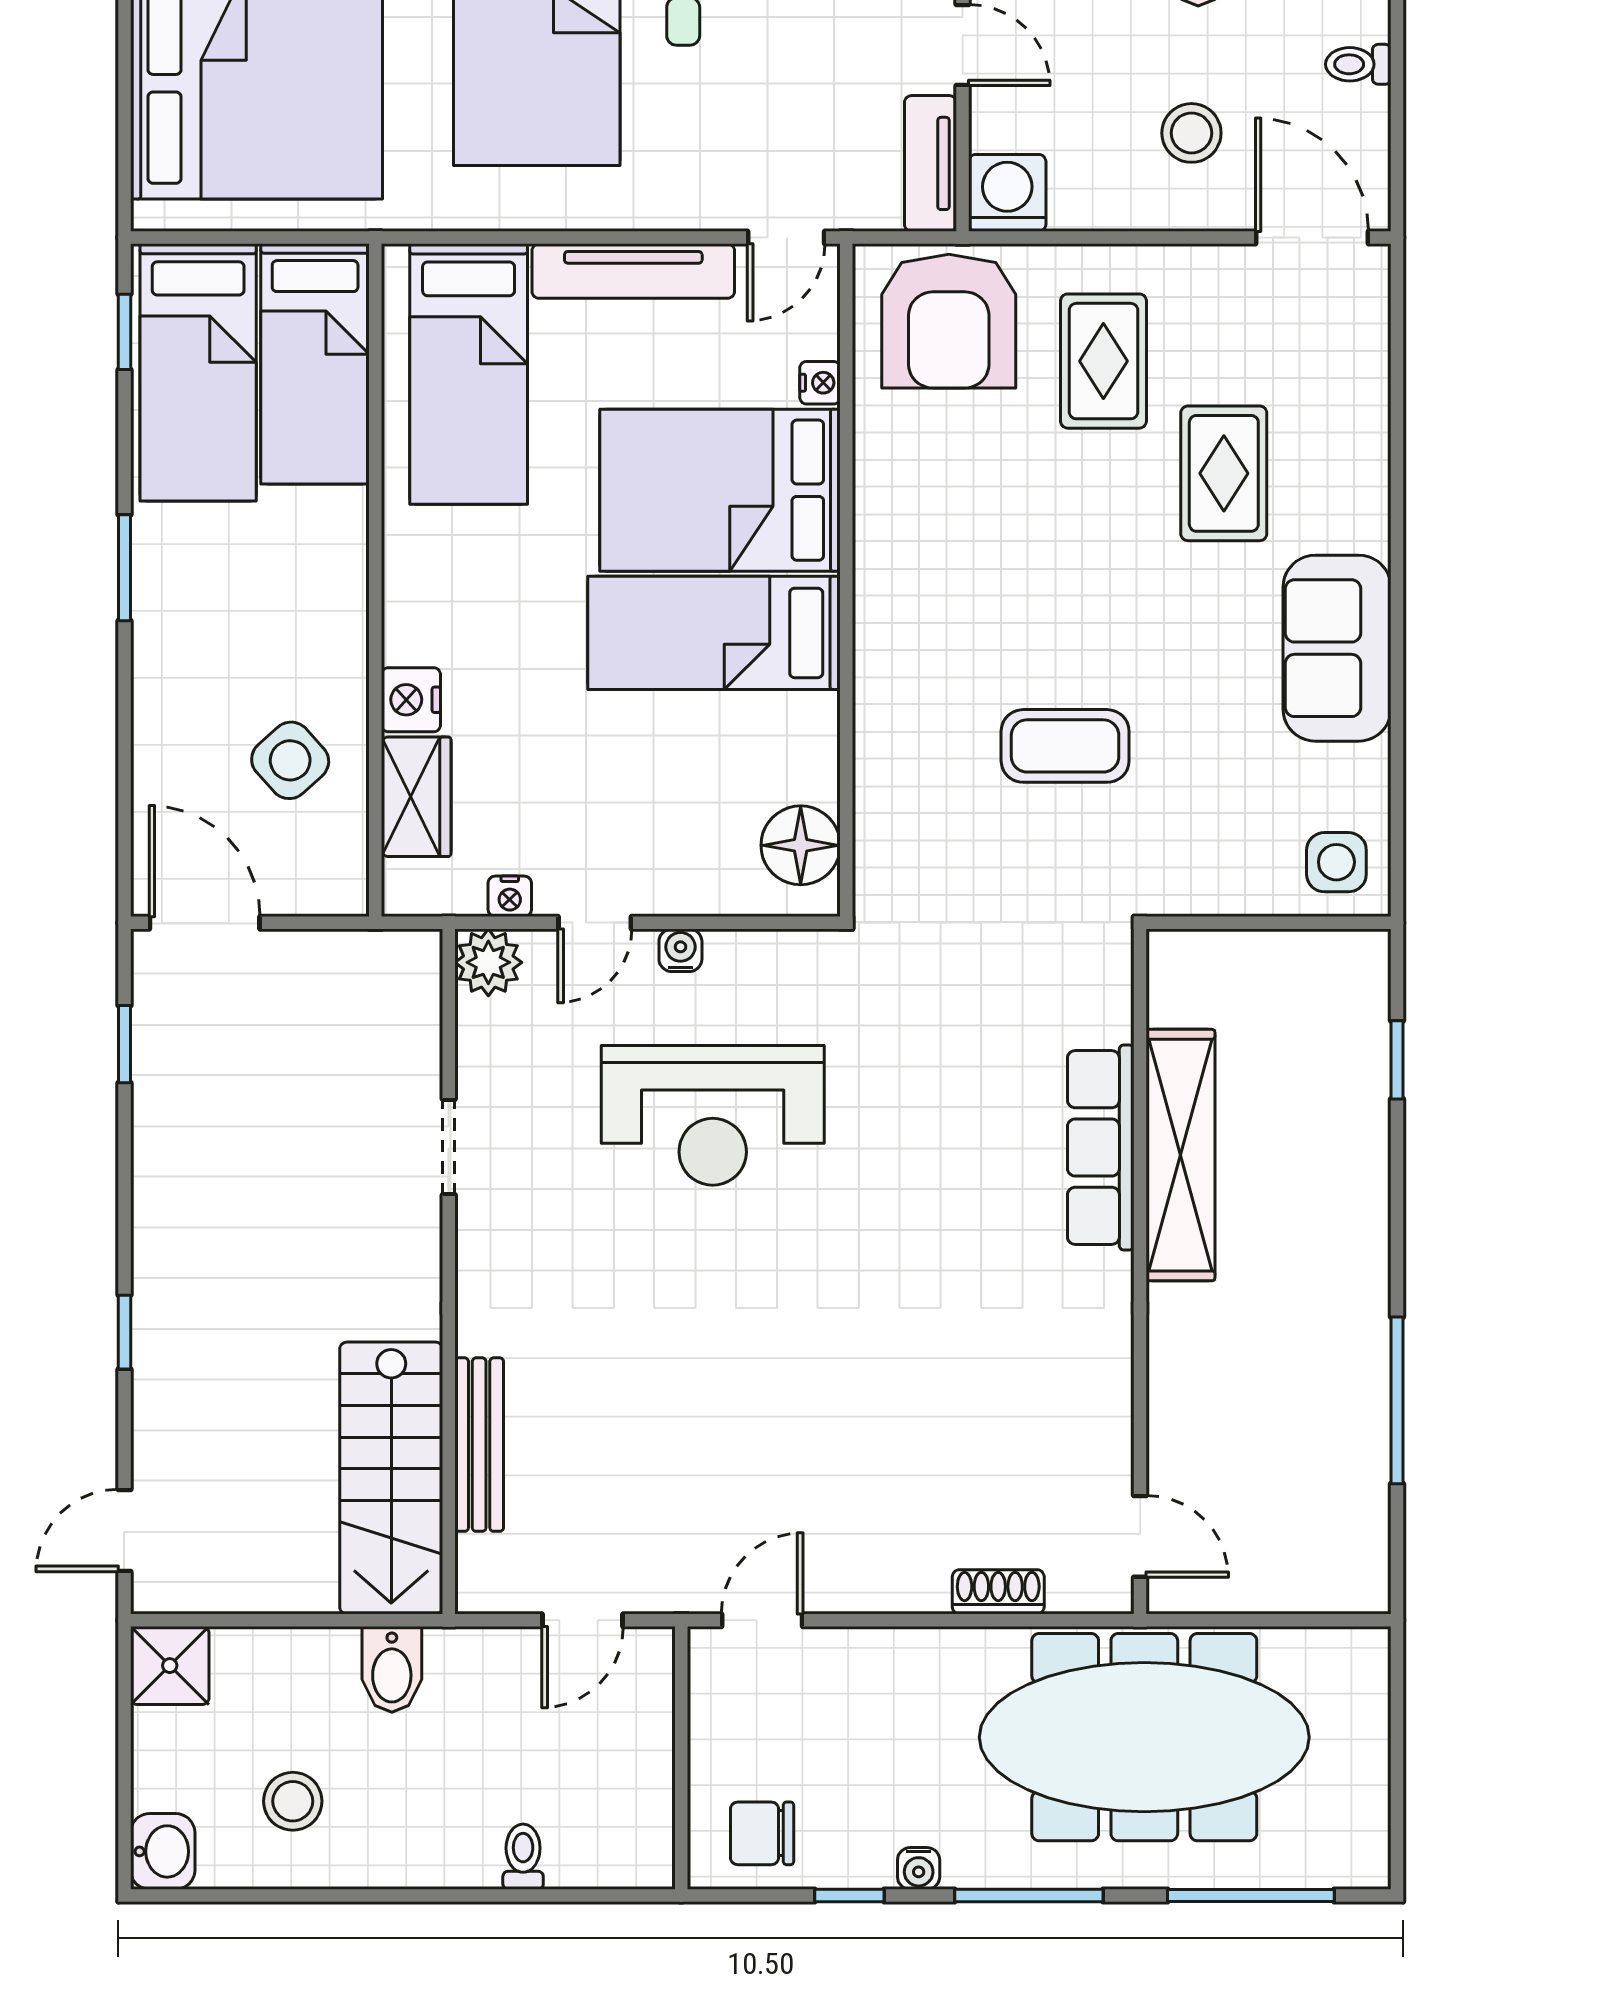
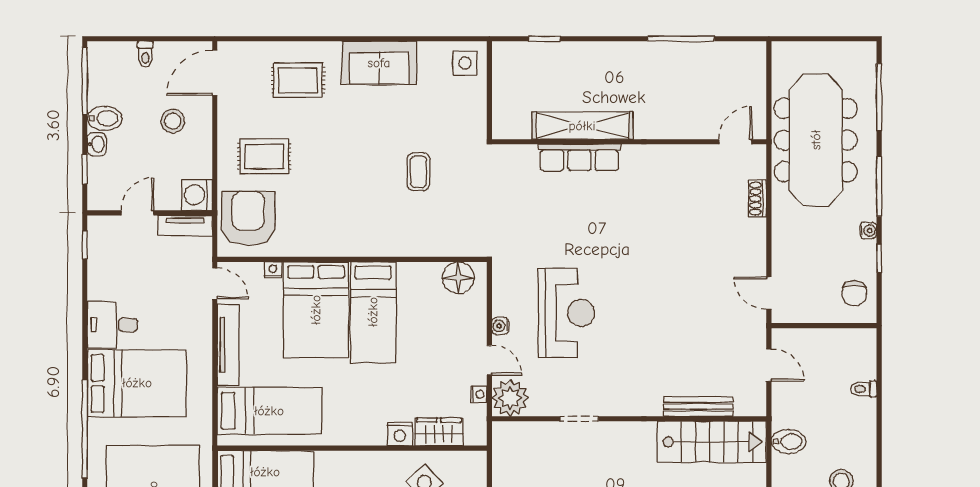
armchair: (949, 321) -> (248, 218), turned -90
rug: (1224, 473) -> (298, 80), moved
coffee table: (1065, 746) -> (418, 172), width x0.73, depth x0.77
plant: (488, 962) -> (510, 398), width x1.36, depth x1.36

